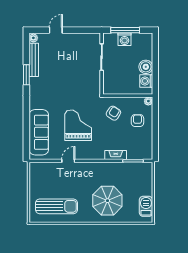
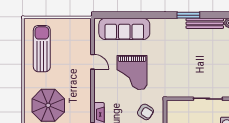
grand piano: (78, 125) -> (132, 73), turned 90
sun lounger: (56, 206) -> (42, 49), turned 180

